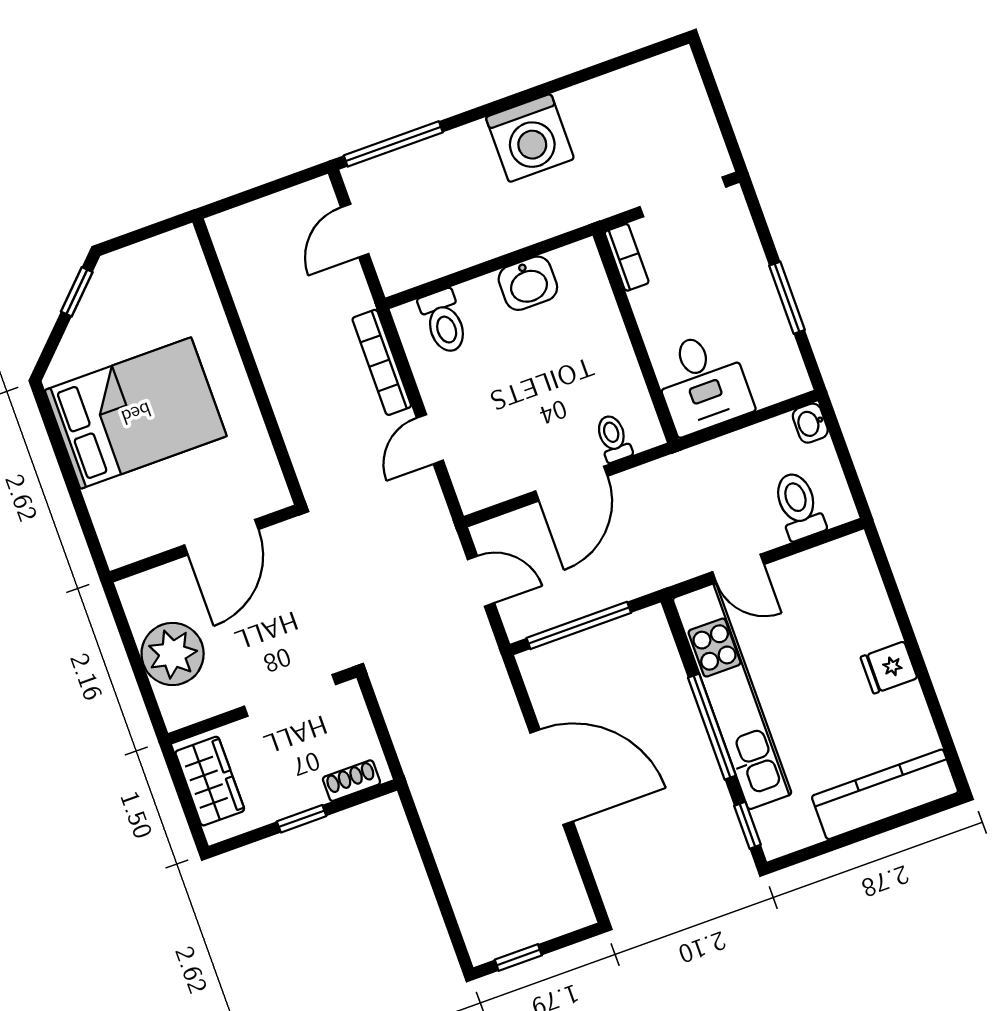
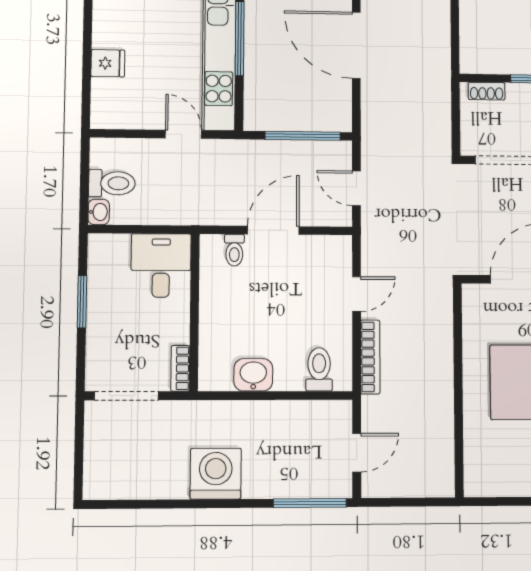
toilet: (799, 506) -> (112, 183), moved, turned -90
fridge: (889, 668) -> (108, 63), moved

